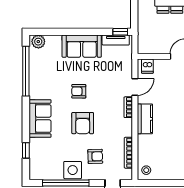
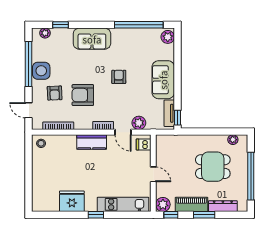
plant: (125, 71) -> (139, 123), added
armchair: (83, 123) -> (83, 95), moved
plant: (34, 166) -> (45, 33), added

